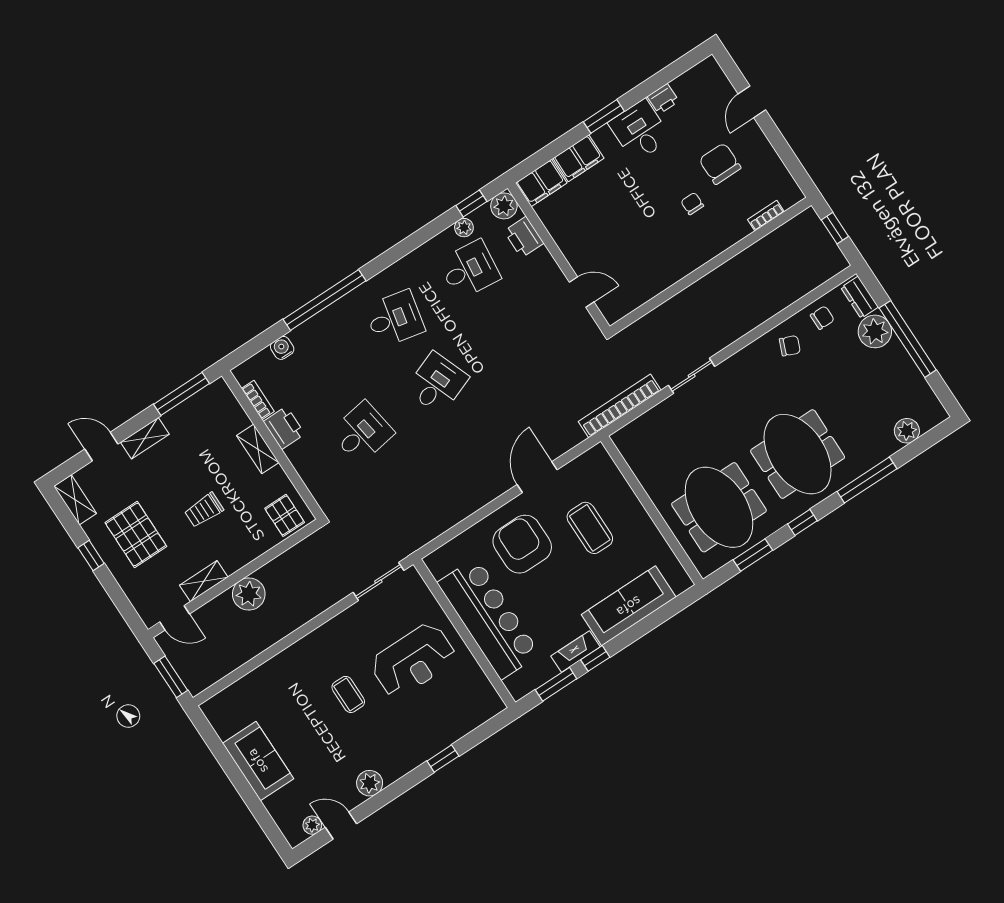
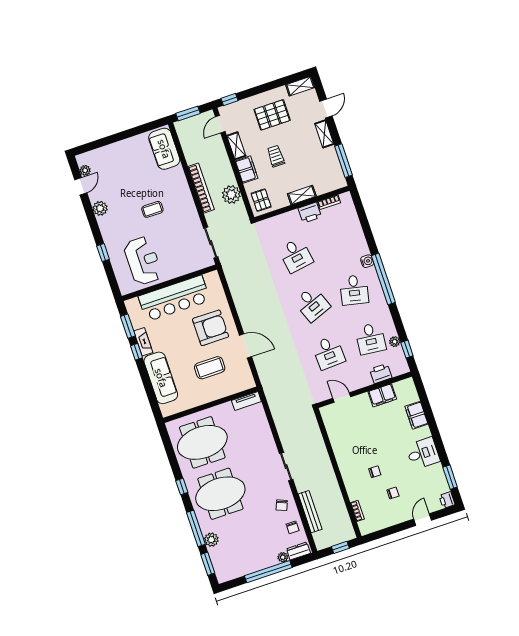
printer: (663, 99) -> (447, 500), moved
door: (752, 102) -> (423, 520), hinge flipped
window: (604, 116) -> (450, 477), moved
chair: (720, 164) -> (393, 493), width x0.54, depth x0.54
filing cabinet: (541, 183) -> (382, 395), moved, turned -90
plant: (504, 206) -> (401, 367), removed
door: (582, 292) -> (342, 397), swing flipped
bench: (788, 295) -> (310, 512), added
window: (324, 300) -> (383, 279), moved
plant: (875, 331) -> (283, 557), width x0.53, depth x0.53
desk: (512, 334) -> (329, 353), added
water cooler: (282, 348) -> (367, 261), moved
sliding door: (692, 376) -> (286, 467), moved
bookcase: (620, 406) -> (201, 188), moved
plant: (907, 431) -> (211, 540), moved
tv unit: (630, 451) -> (246, 401), added
pallet: (285, 515) -> (261, 200), turned 90
filing cabinet: (239, 553) -> (247, 170), added
window: (753, 555) -> (208, 564), moved
window: (91, 556) -> (229, 100), moved
plant: (249, 594) -> (231, 195), moved
reception desk: (413, 660) -> (143, 261), moved, turned 180
sofa: (258, 761) -> (164, 149), moved, turned 90

